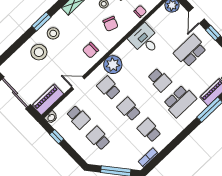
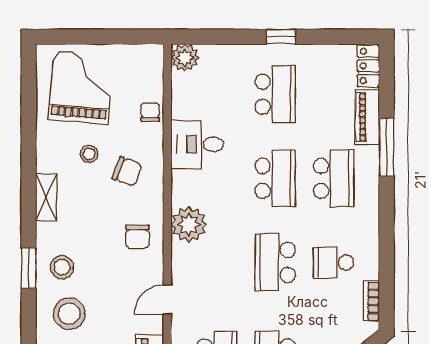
door: (196, 15) -> (233, 37), removed
school desk: (190, 51) -> (275, 94), turned 180
school desk: (160, 80) -> (275, 178), width x1.85
school desk: (109, 88) -> (217, 262), removed
school desk: (129, 109) -> (275, 262), width x1.85

